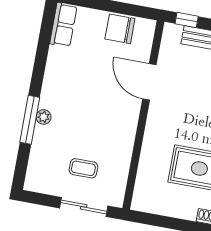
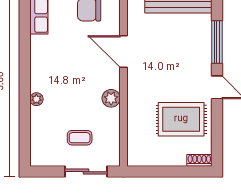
window: (30, 120) -> (25, 104), removed
plant: (126, 131) -> (111, 98), added

